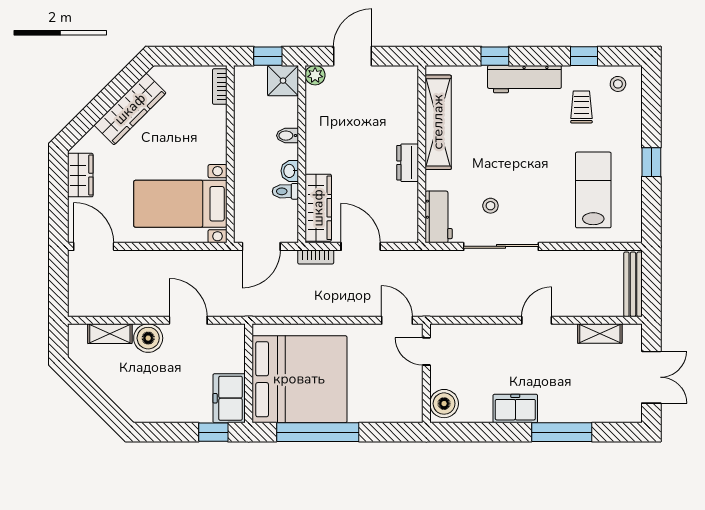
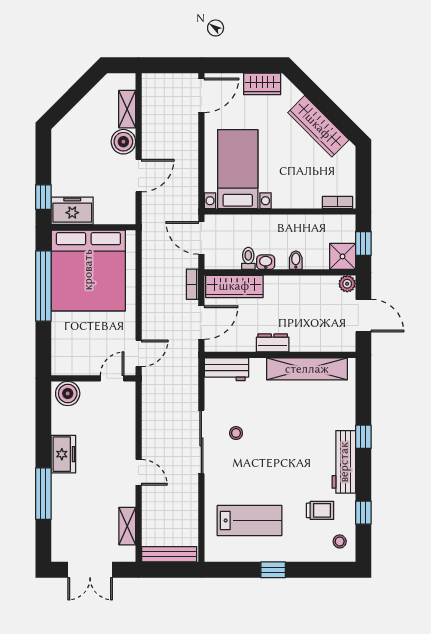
shelving: (438, 122) -> (307, 369), moved
wall: (422, 154) -> (280, 355), moved
dresser: (408, 163) -> (273, 343), moved
workbench: (439, 217) -> (226, 369), moved

